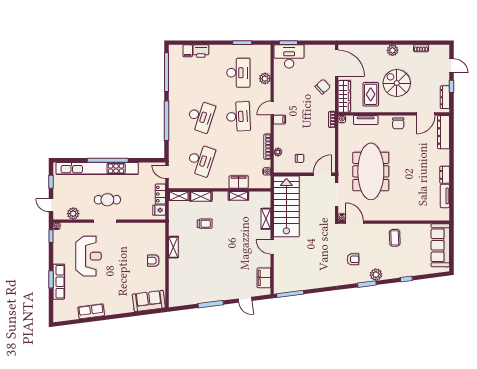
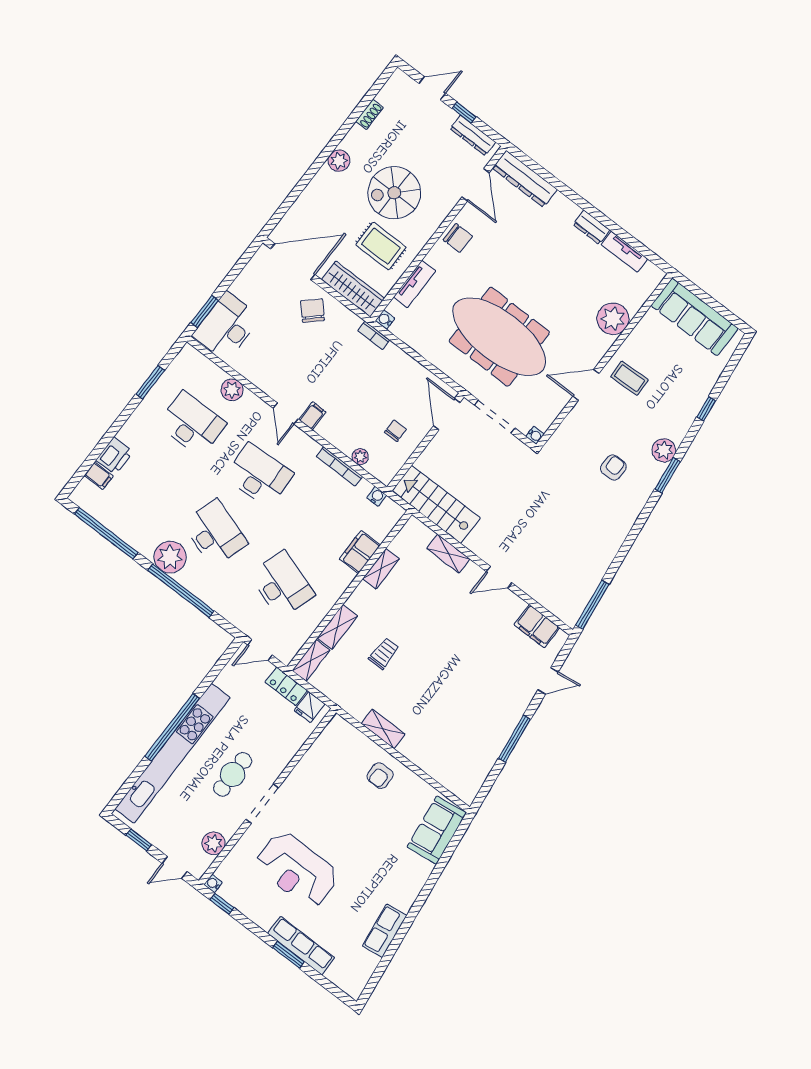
plant: (177, 106) -> (170, 557), added
stairs: (286, 206) -> (436, 504), width x0.73, depth x0.66
plant: (414, 212) -> (613, 319), added
door: (355, 222) -> (586, 385), moved
reception desk: (88, 256) -> (297, 870), turned 180

